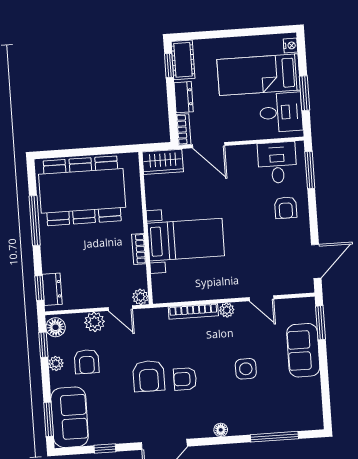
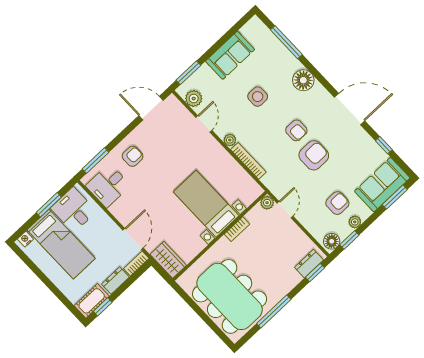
plant: (95, 322) -> (194, 99), moved
sofa: (303, 350) -> (230, 55), moved
floor lamp: (221, 430) -> (303, 80), width x1.89, depth x1.89

